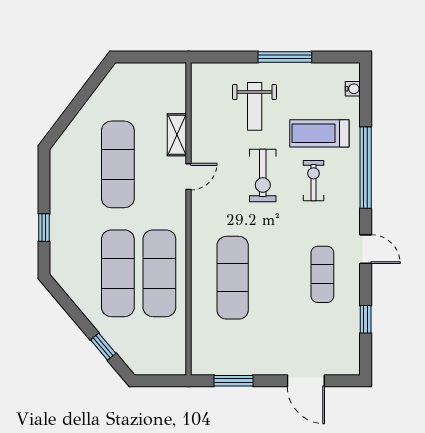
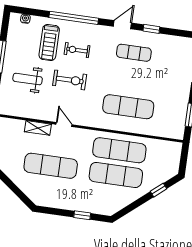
weight bench: (255, 106) -> (28, 79), turned 180
window: (366, 319) -> (151, 29), moved

